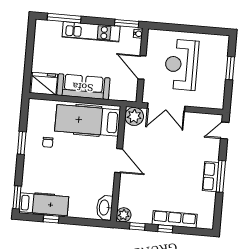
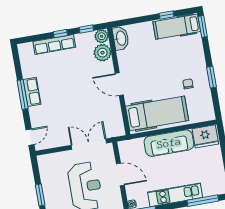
plant: (134, 116) -> (102, 53), moved

